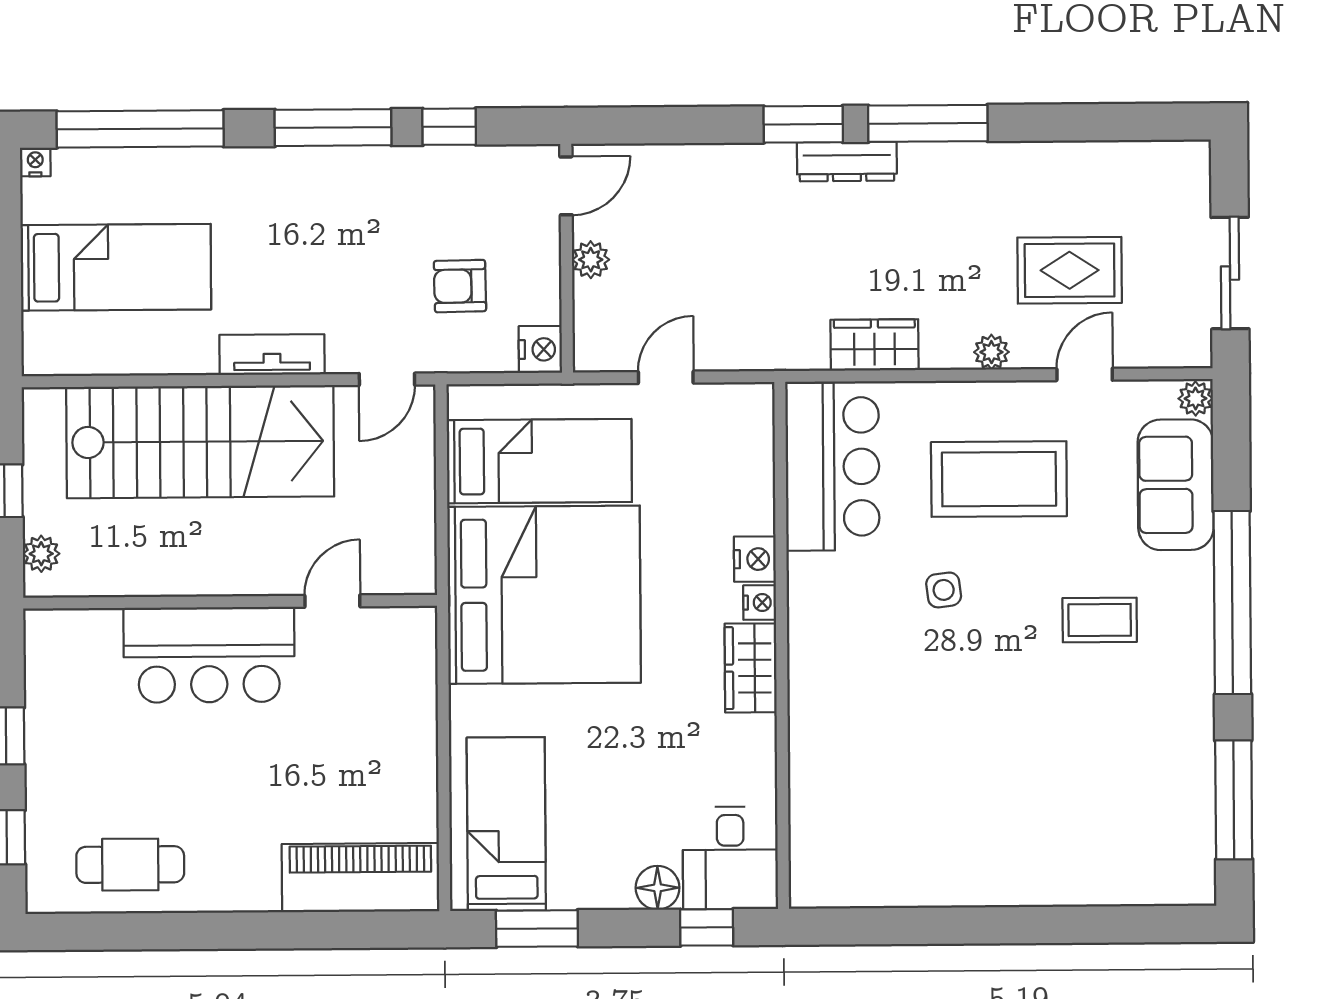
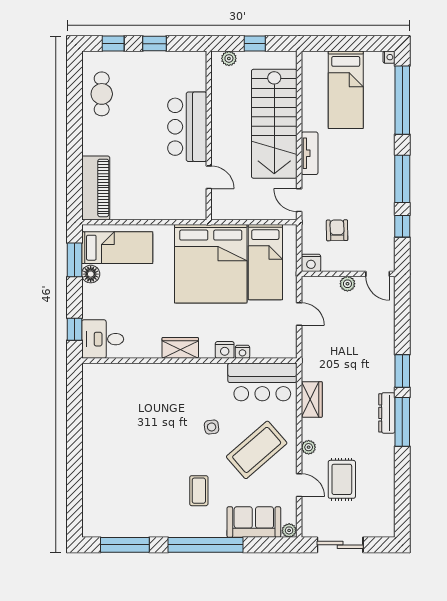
dresser: (847, 162) -> (387, 413), moved
coffee table: (999, 479) -> (257, 450), turned 49
nightstand: (760, 603) -> (242, 352), moved
floor lamp: (658, 888) -> (91, 274), moved

